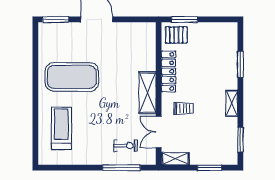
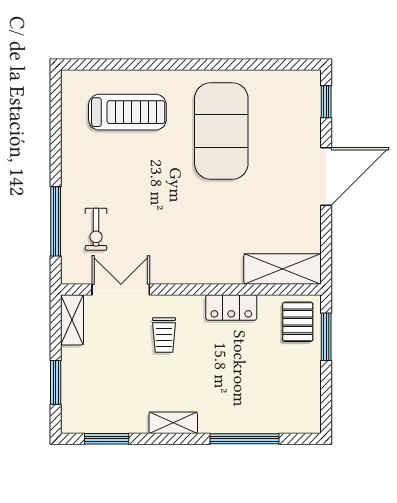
window: (56, 19) -> (326, 102), width x0.67
window: (240, 64) -> (245, 439), width x1.44
locker: (168, 71) -> (231, 307), width x0.66
shelving: (147, 93) -> (283, 269), moved

